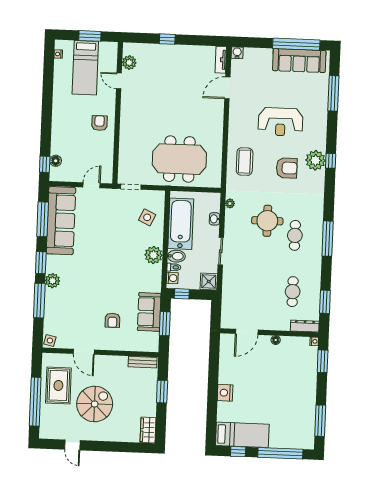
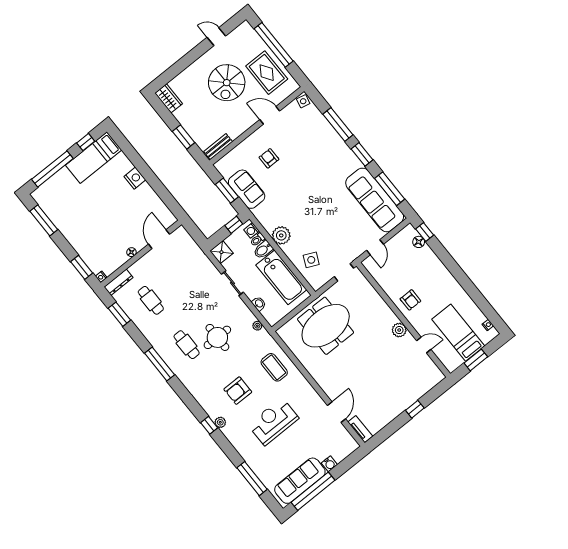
water cooler: (237, 53) -> (329, 464), moved
plant: (129, 63) -> (399, 330), moved
plant: (316, 160) -> (220, 422), width x0.53, depth x0.53
plant: (53, 281) -> (341, 149), removed

